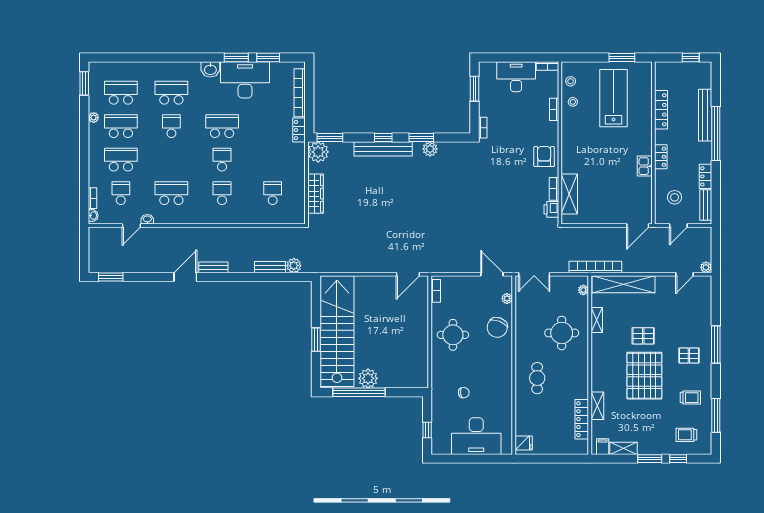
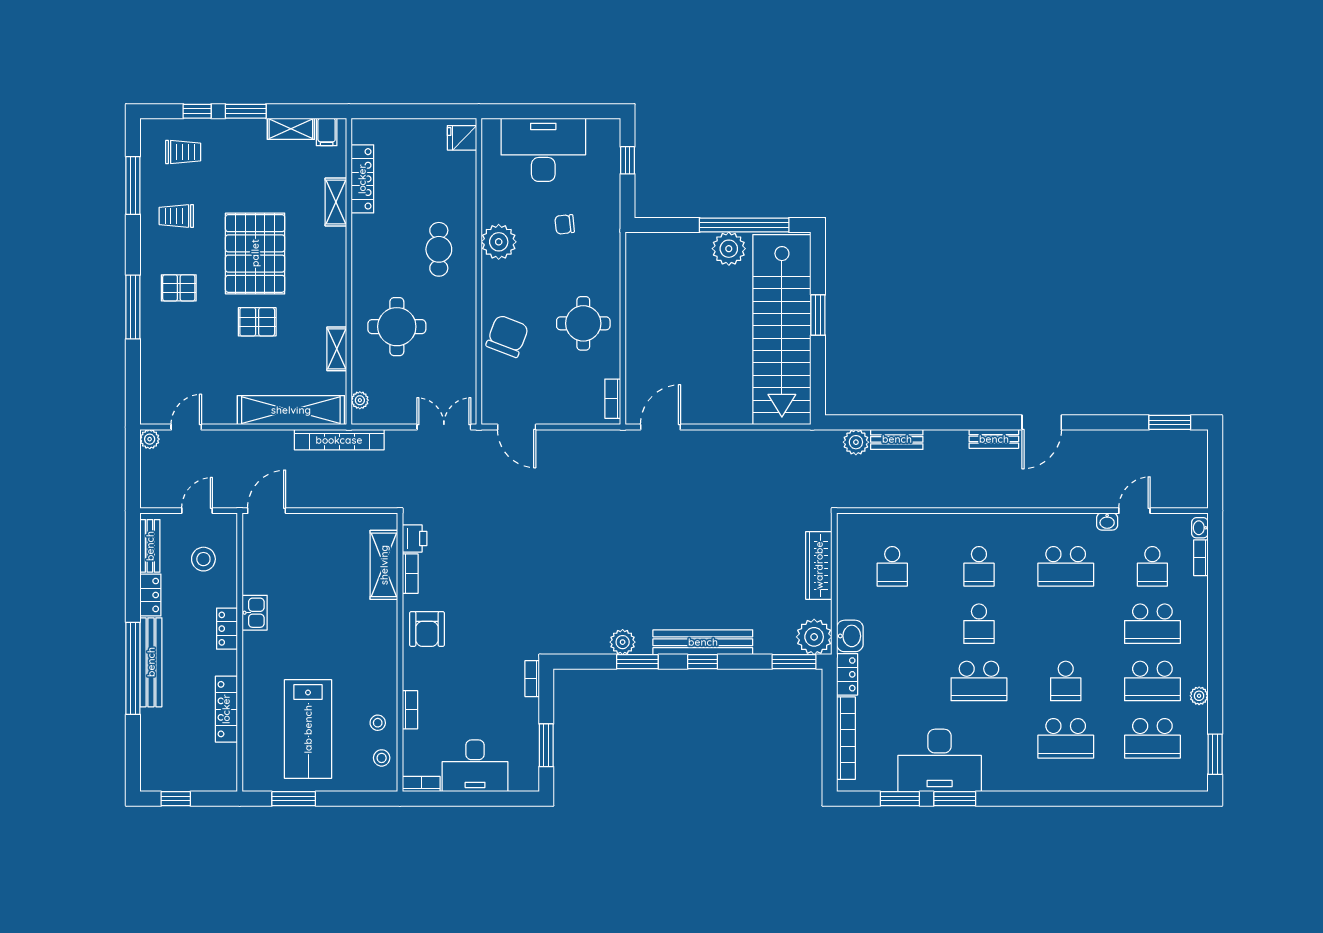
washbasin: (210, 69) -> (850, 636), moved, turned 90
bench: (705, 115) -> (151, 662), moved
plant: (507, 298) -> (499, 242), moved, width x1.87, depth x1.87

